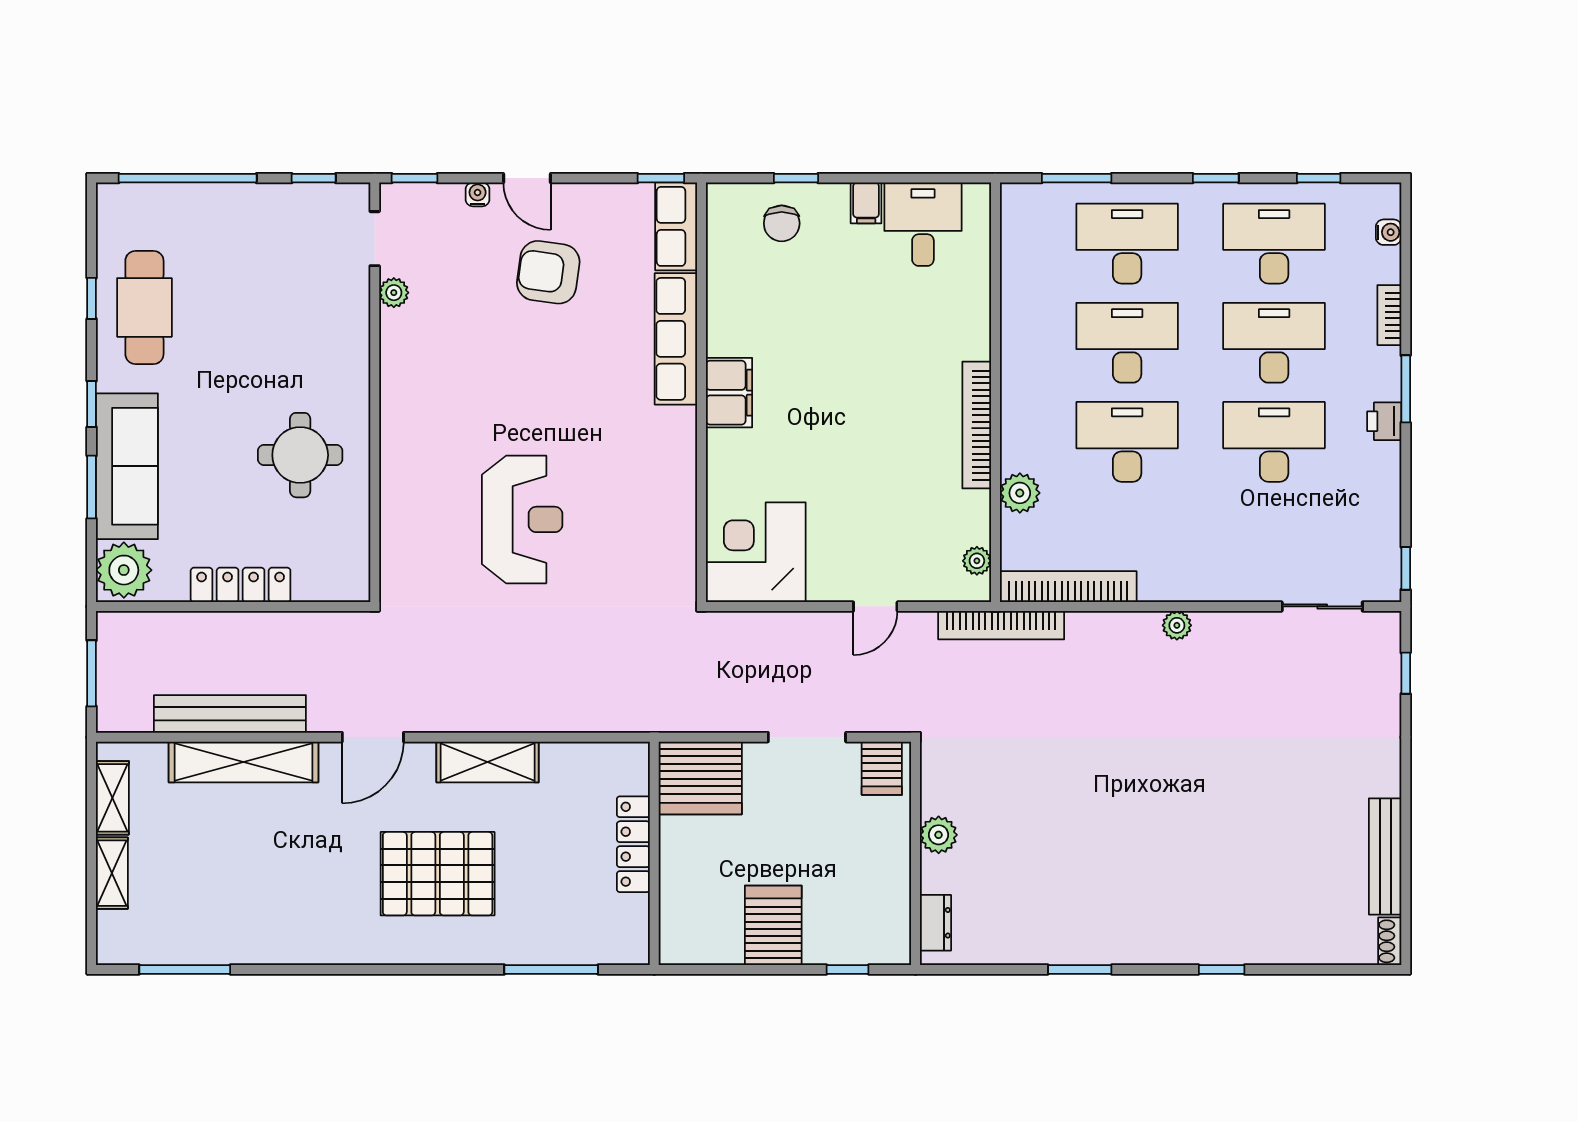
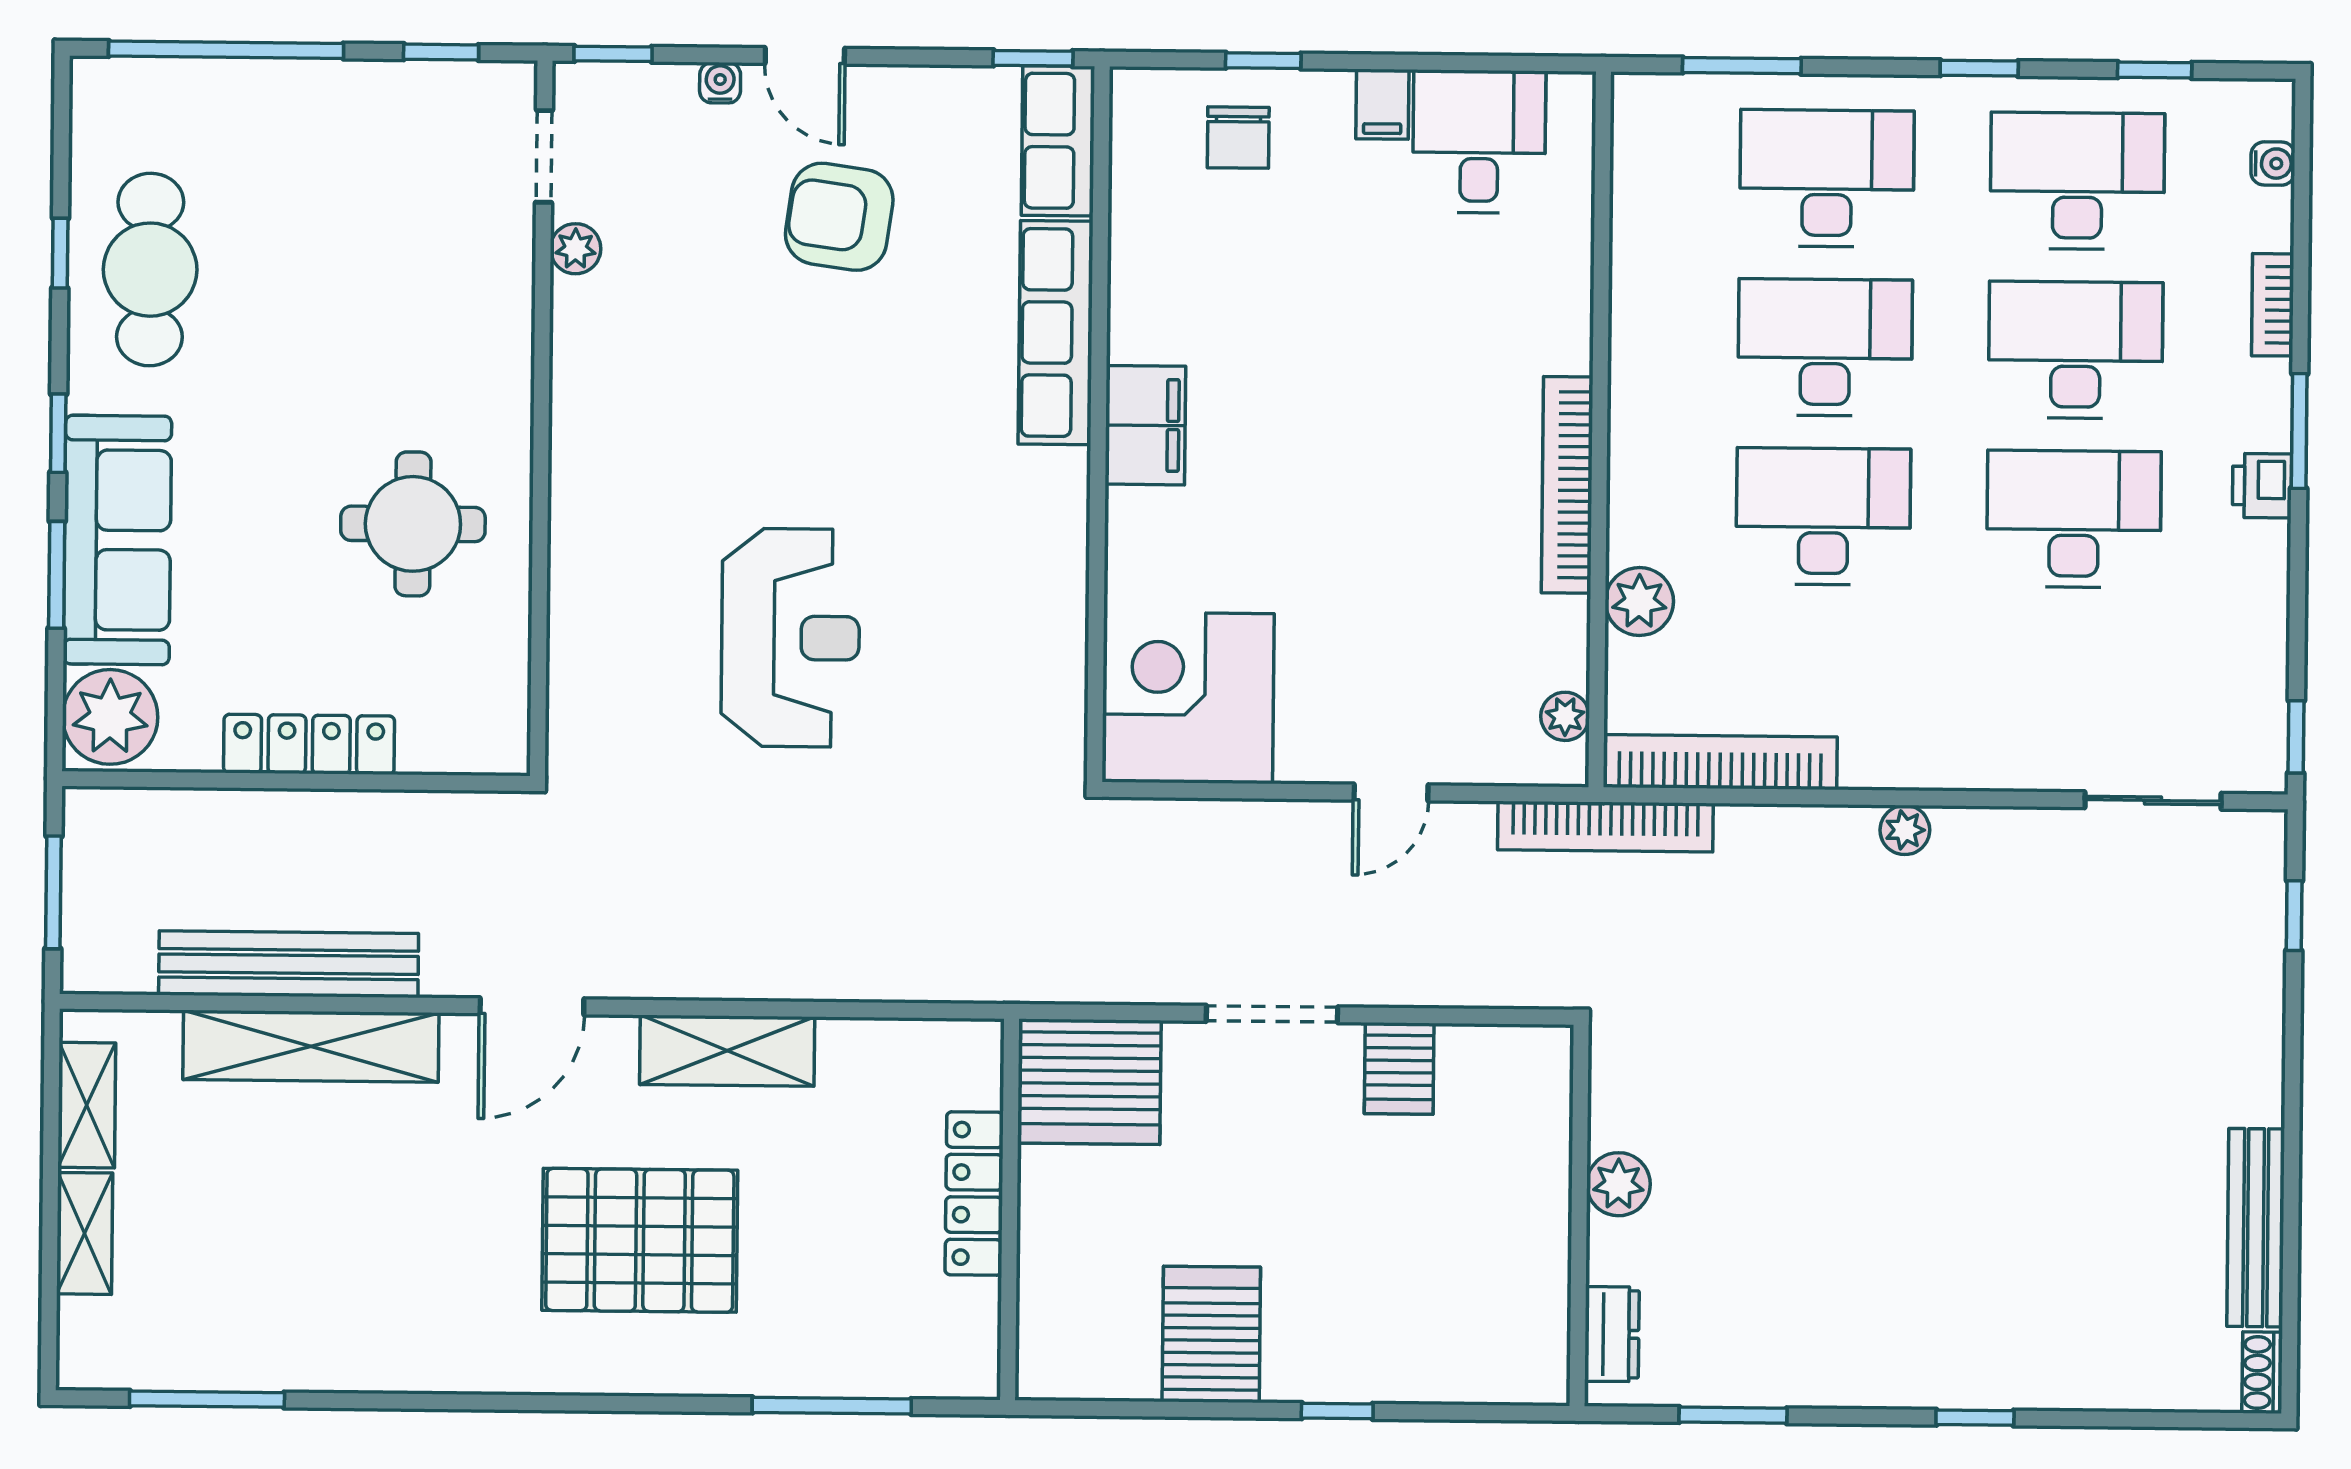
plant: (939, 835) -> (1618, 1184), moved
wall: (916, 853) -> (1579, 1215), moved
dresser: (936, 923) -> (1612, 1334), moved

